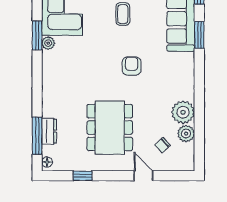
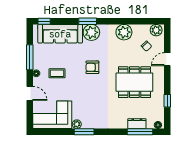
window: (37, 35) -> (84, 132), moved
window: (199, 35) -> (88, 21), moved
plant: (183, 65) -> (91, 32), added
plant: (186, 134) -> (156, 30), moved

